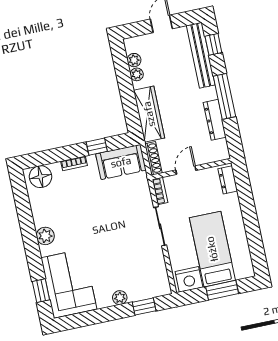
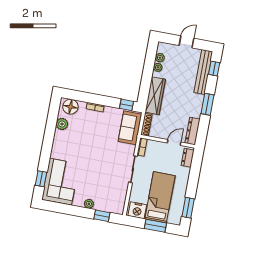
window: (224, 96) -> (207, 104), width x0.69
dresser: (215, 120) -> (192, 131), moved
window: (97, 147) -> (127, 105), moved
sofa: (121, 162) -> (130, 128), moved, turned 90
door: (186, 170) -> (174, 143), moved
plant: (45, 236) -> (62, 124), moved
window: (256, 247) -> (188, 208), added

